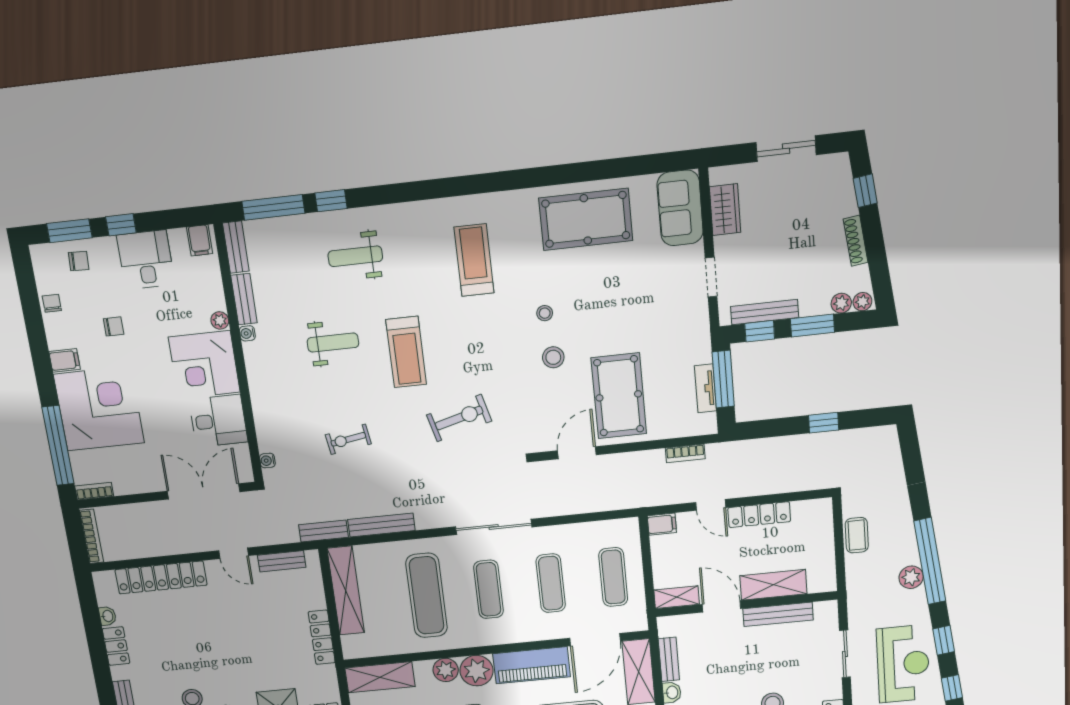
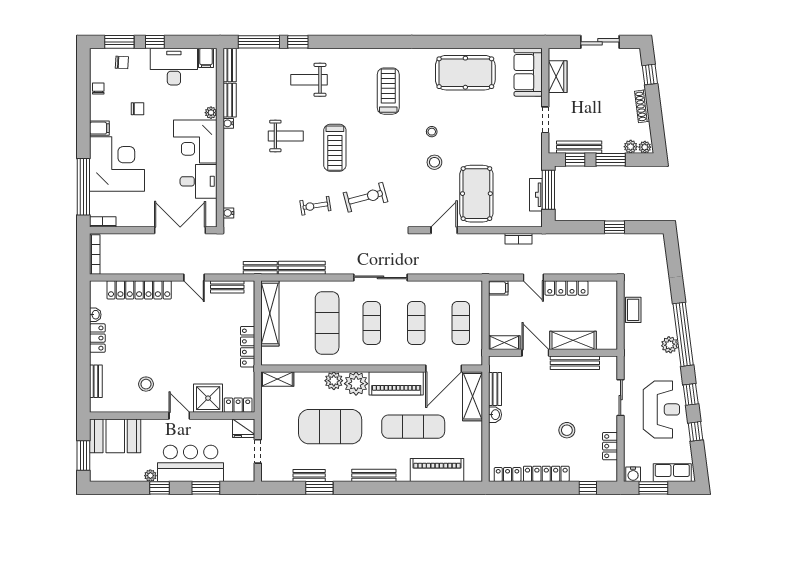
desk: (146, 260) -> (174, 67), width x1.37
exercise bike: (348, 439) -> (315, 206), moved
shelving: (380, 677) -> (277, 379), width x0.67, depth x0.75

